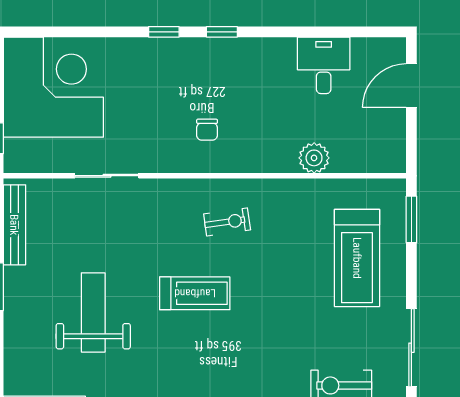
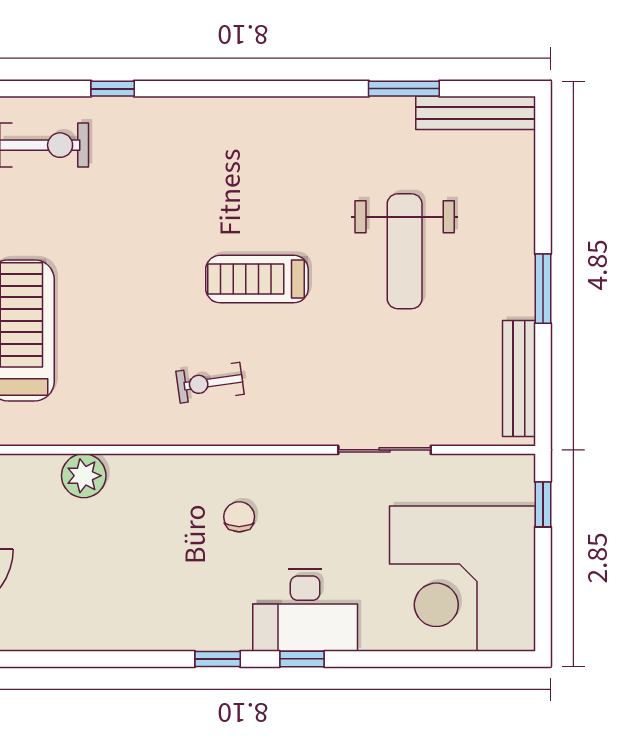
desk: (324, 65) -> (305, 610), moved, width x1.37

